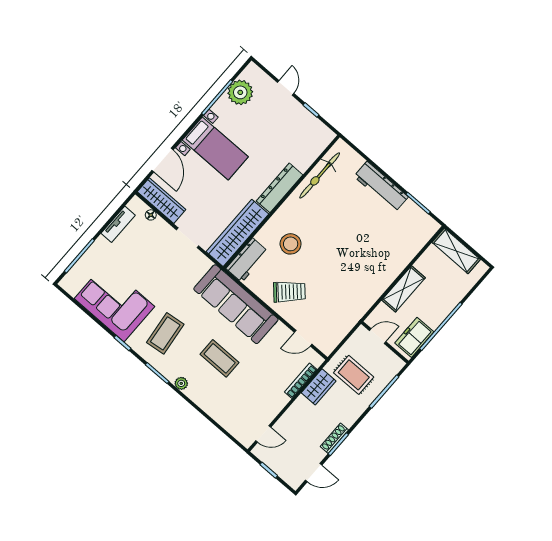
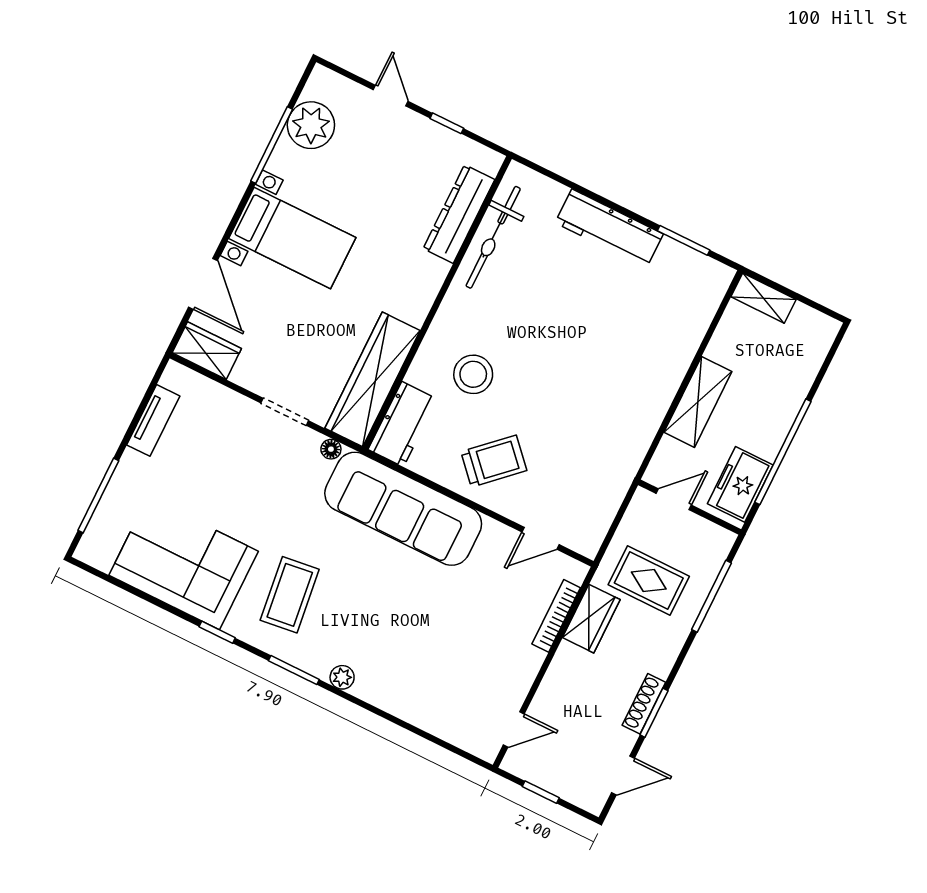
dresser: (280, 188) -> (459, 214), moved
wardrobe: (162, 201) -> (207, 351), width x0.67
floor lamp: (151, 215) -> (331, 449), moved
shelving: (456, 251) -> (763, 298), width x0.67, depth x0.75
coffee table: (220, 358) -> (399, 614), removed

